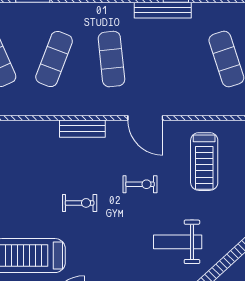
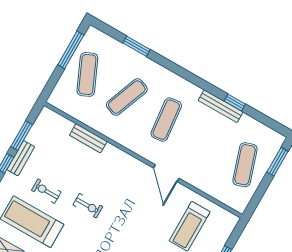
bench: (82, 129) -> (88, 138), moved
exercise bike: (140, 184) -> (46, 191), moved, turned 180

